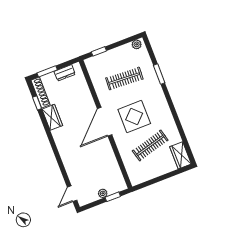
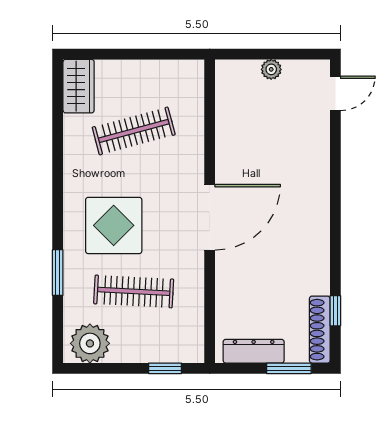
plant: (137, 44) -> (90, 343), width x1.87, depth x1.87
dresser: (65, 73) -> (254, 351), width x1.44
wardrobe: (52, 117) -> (315, 268), removed
display table: (134, 117) -> (114, 225), moved
window: (113, 197) -> (253, 54), removed

